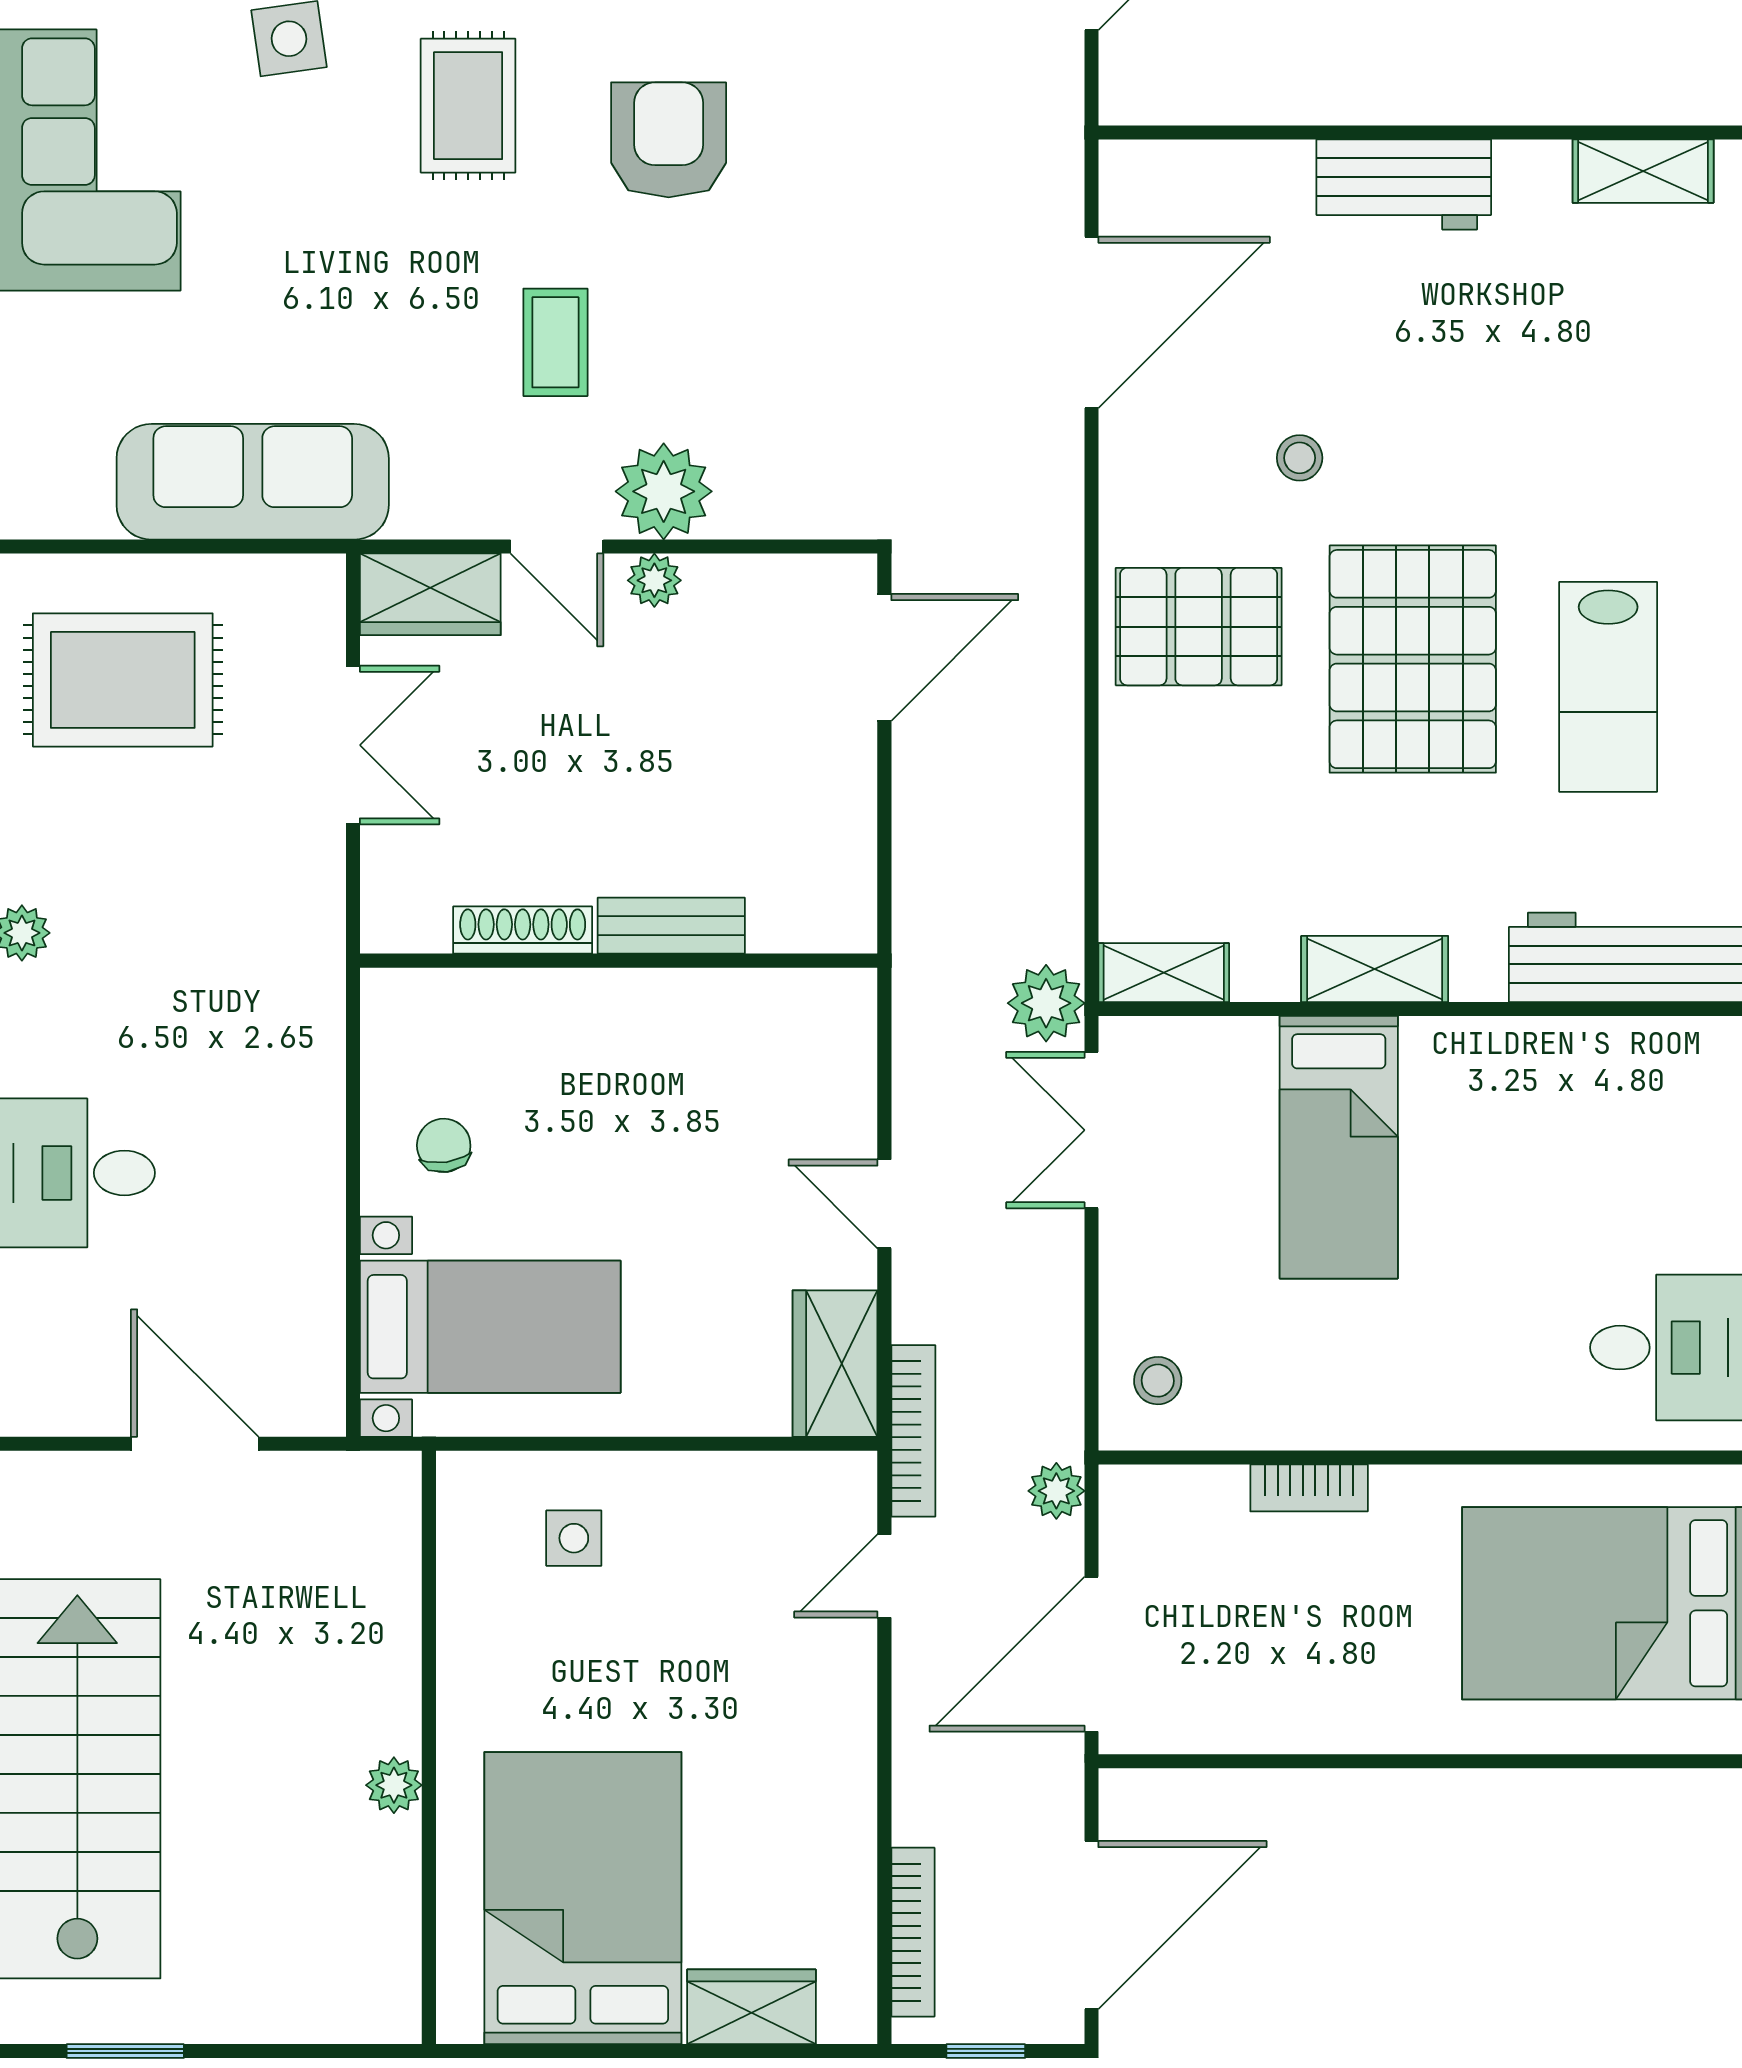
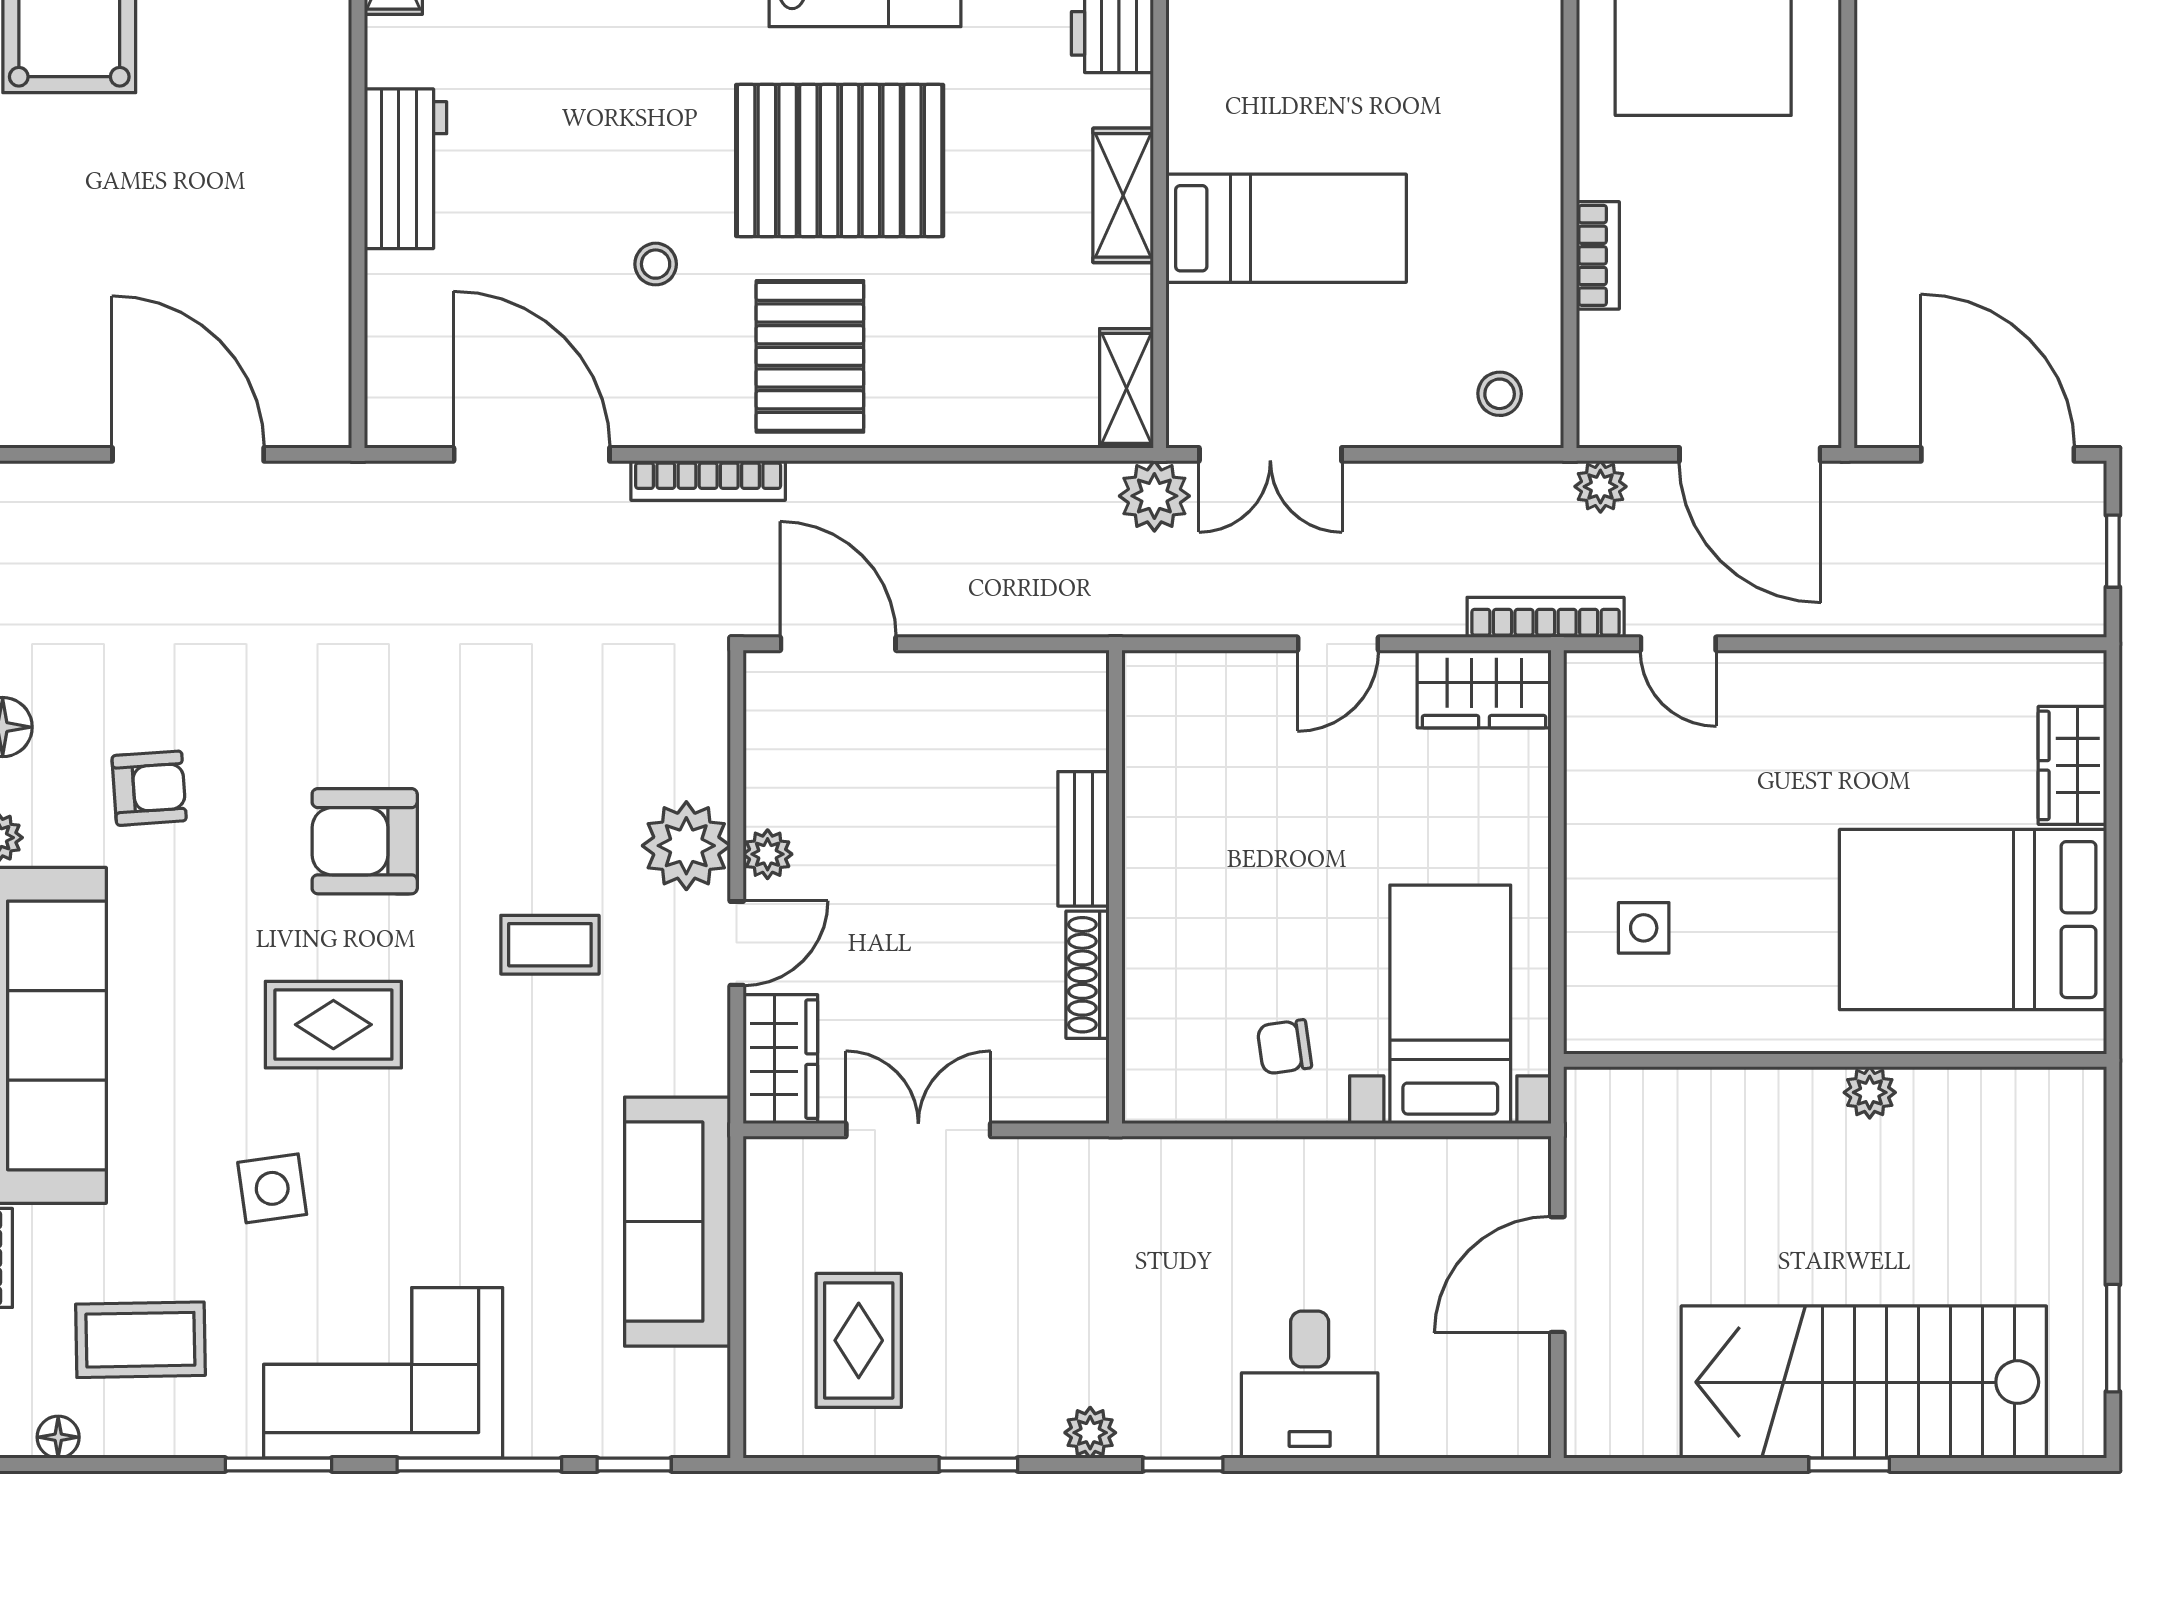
rug: (123, 680) -> (859, 1340), width x0.73, depth x0.70
bookcase: (913, 1932) -> (708, 481), moved, turned 180

